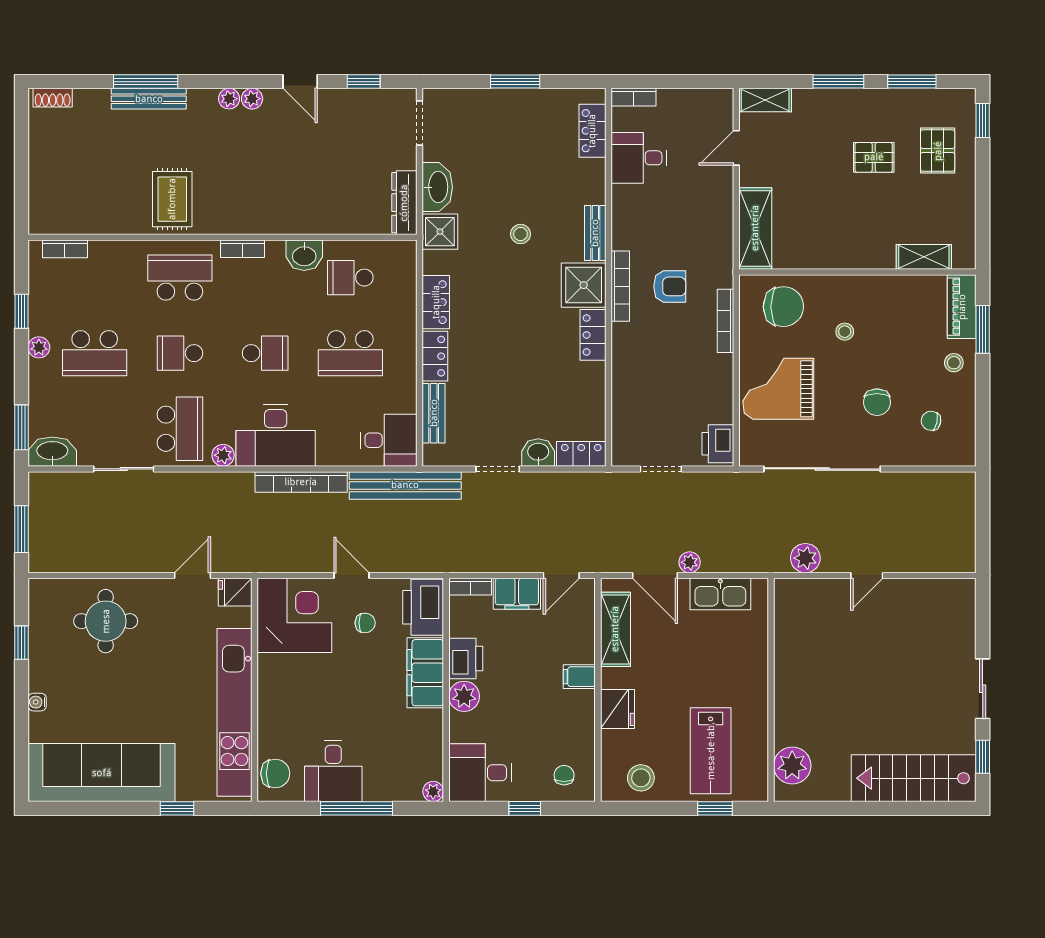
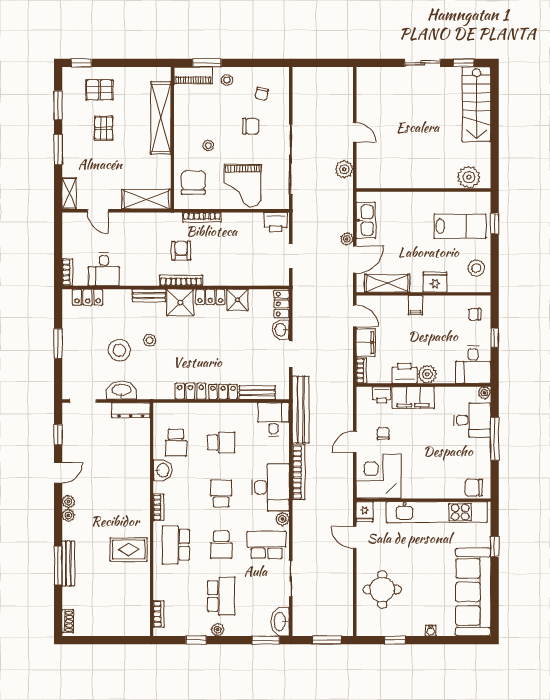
stool: (504, 184) -> (119, 350), added
shower: (440, 232) -> (238, 300), moved
shelving: (924, 257) -> (161, 118), width x2.20, depth x1.33
school desk: (350, 353) -> (221, 443), width x0.54
printer: (423, 607) -> (382, 395), width x0.53, depth x0.68
desk: (333, 771) -> (472, 420), moved
chair: (275, 773) -> (474, 488), turned -90

